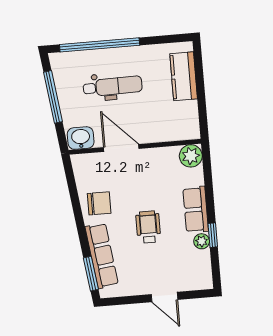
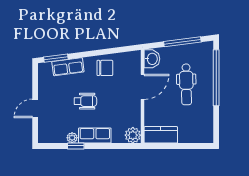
kitchen counter: (184, 76) -> (161, 135), moved
chair: (99, 203) -> (105, 68), turned -90
row of seats: (102, 256) -> (68, 67), width x0.68

